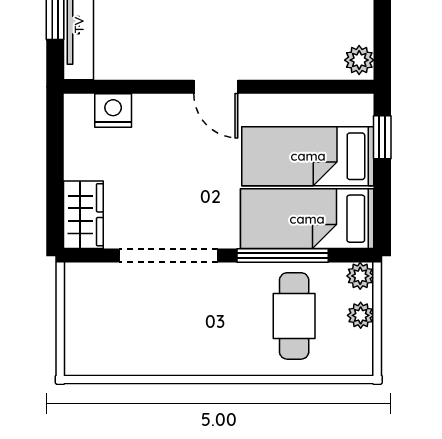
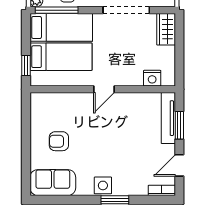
plant: (359, 60) -> (37, 102), removed
door: (216, 87) -> (104, 89), swing flipped
window: (283, 255) -> (57, 10), moved

